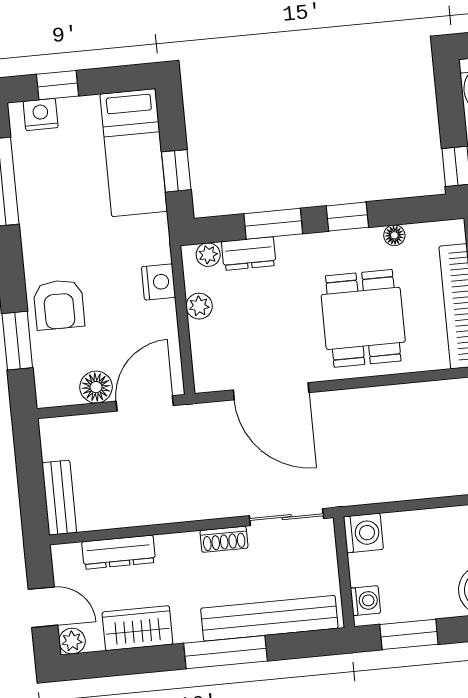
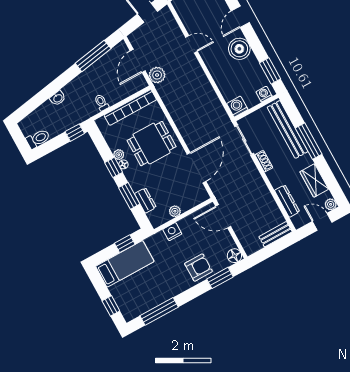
nightstand: (41, 114) -> (126, 308), removed
floor lamp: (394, 235) -> (123, 164), moved
plant: (208, 255) -> (119, 155), moved
floor lamp: (96, 387) -> (234, 256), moved
door: (43, 607) -> (322, 222), hinge flipped

